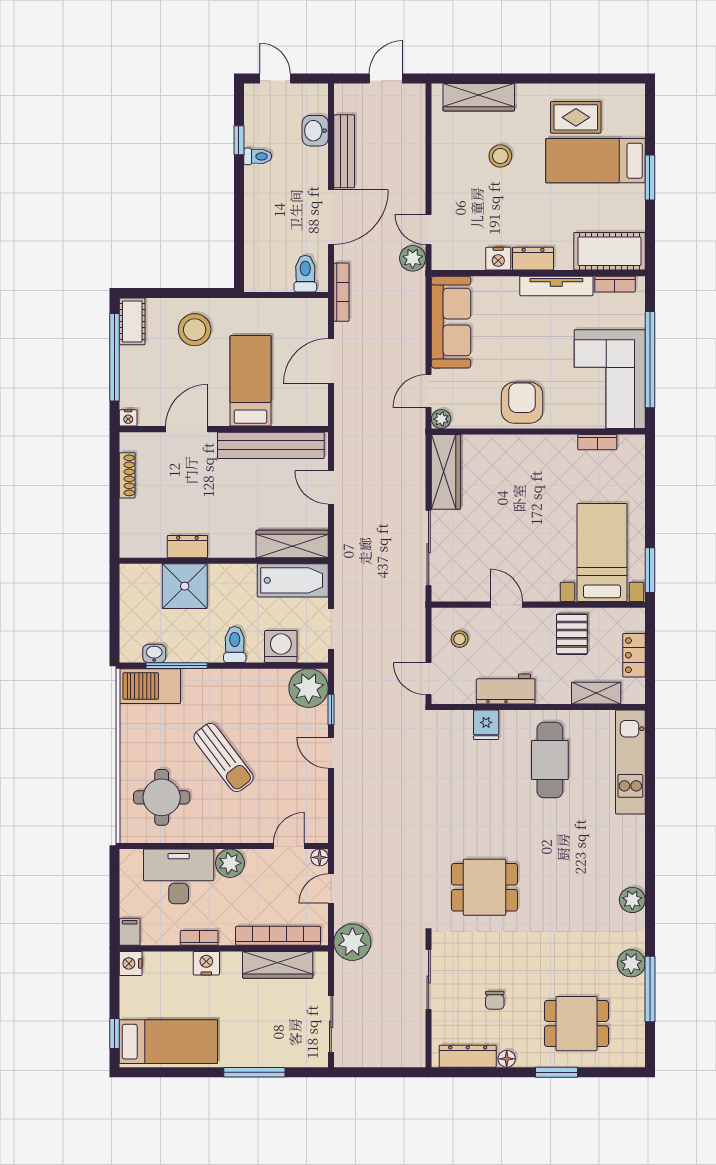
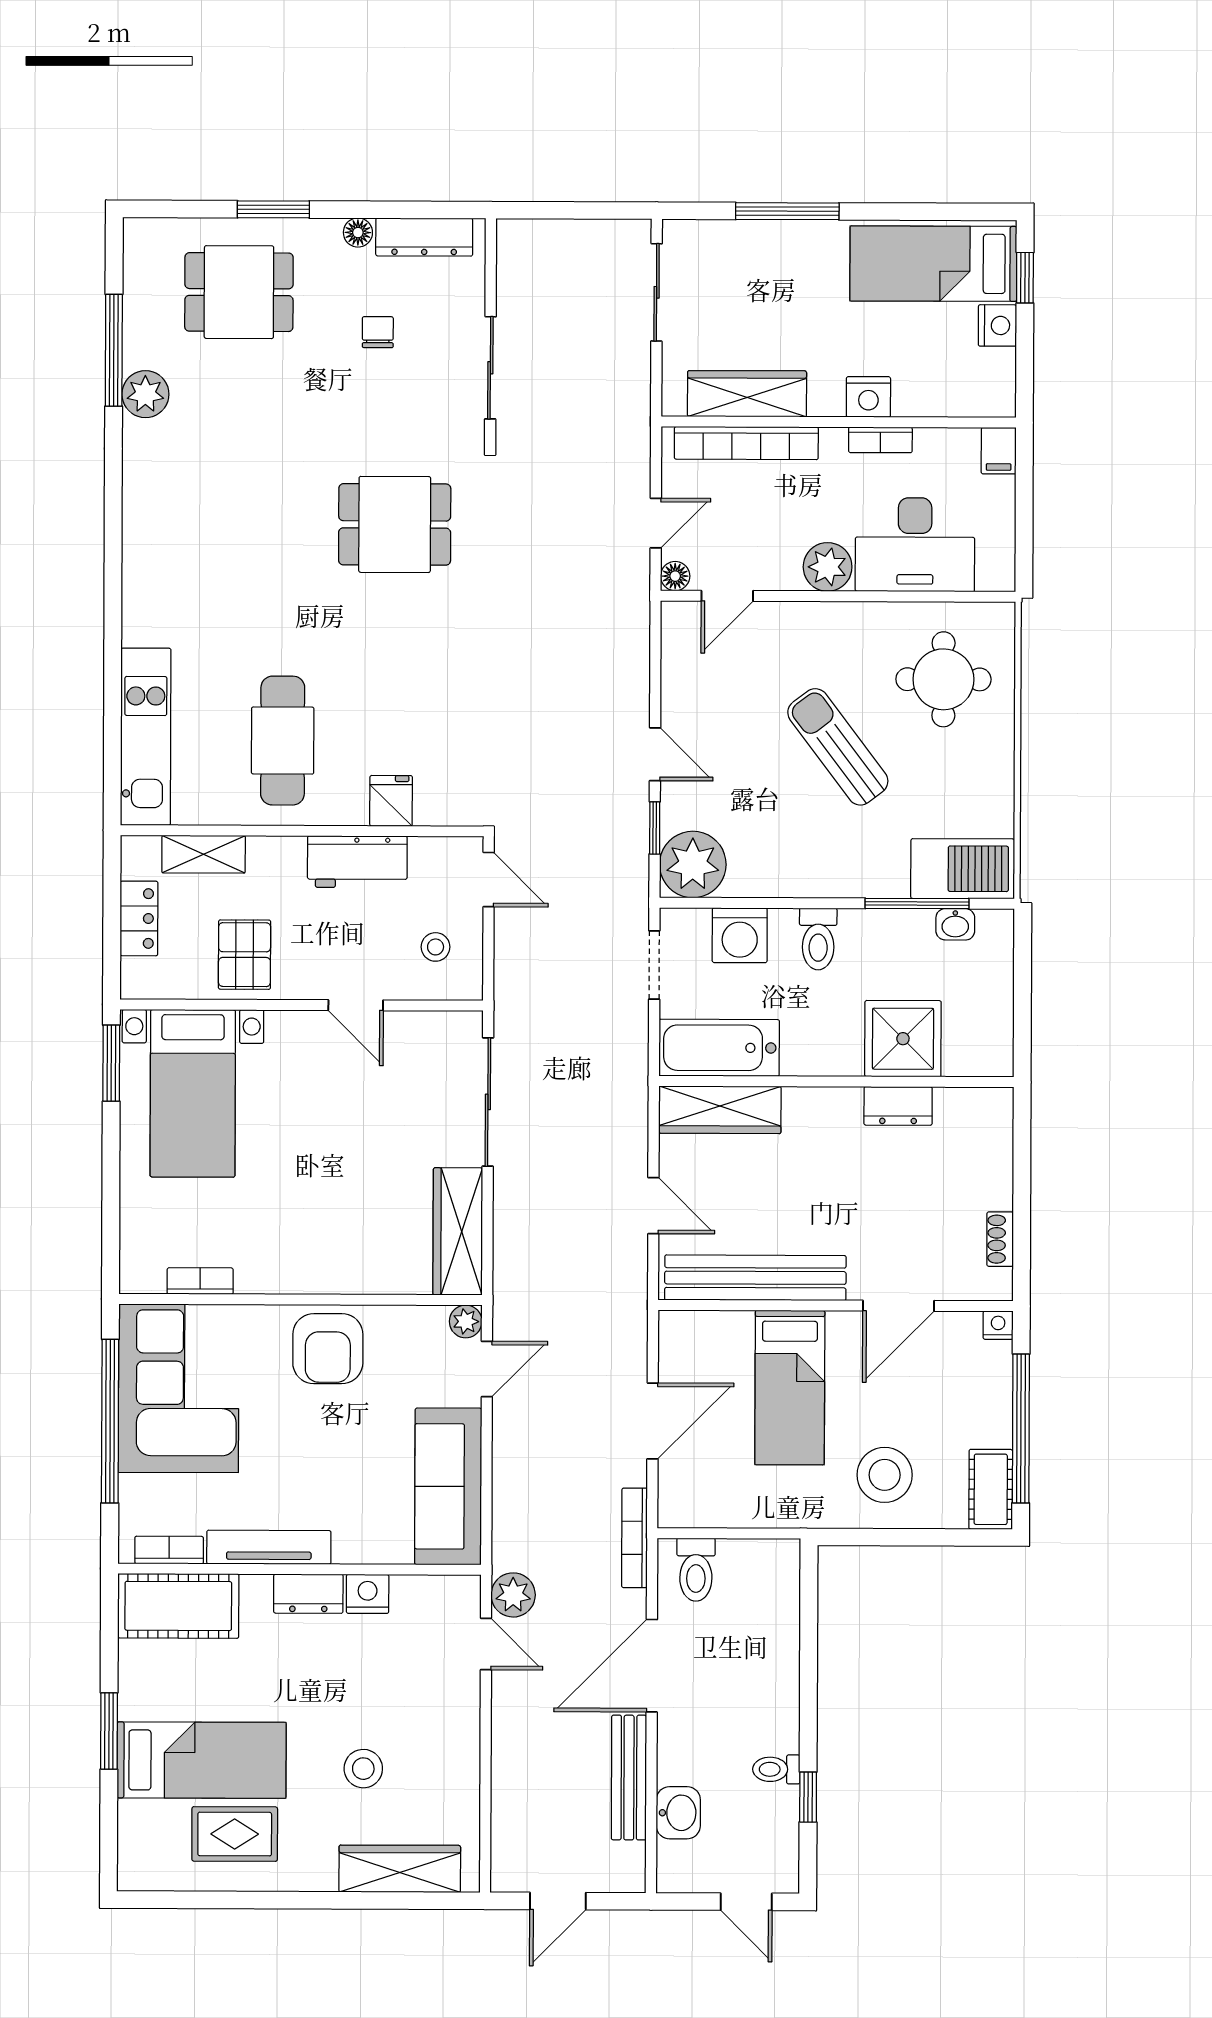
shoe rack: (127, 475) -> (1000, 1239), width x0.70
plant: (632, 900) -> (143, 502), removed
plant: (352, 942) -> (620, 432), removed
nightstand: (131, 963) -> (997, 325), moved

